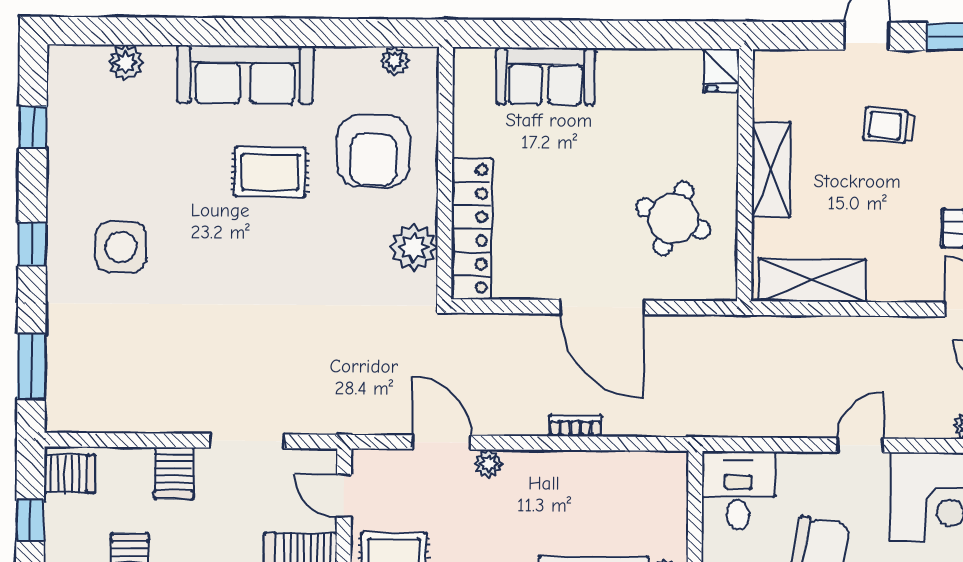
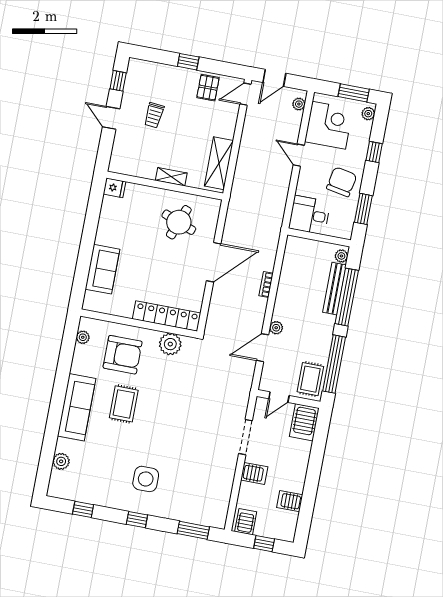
shelving: (771, 169) -> (171, 177), width x0.67, depth x0.75

